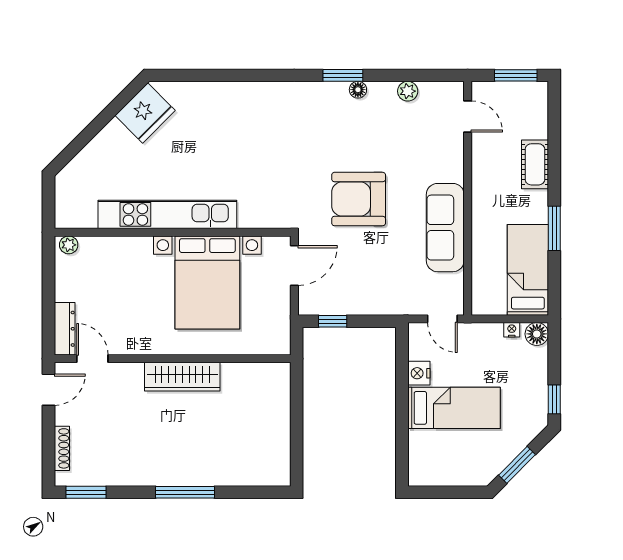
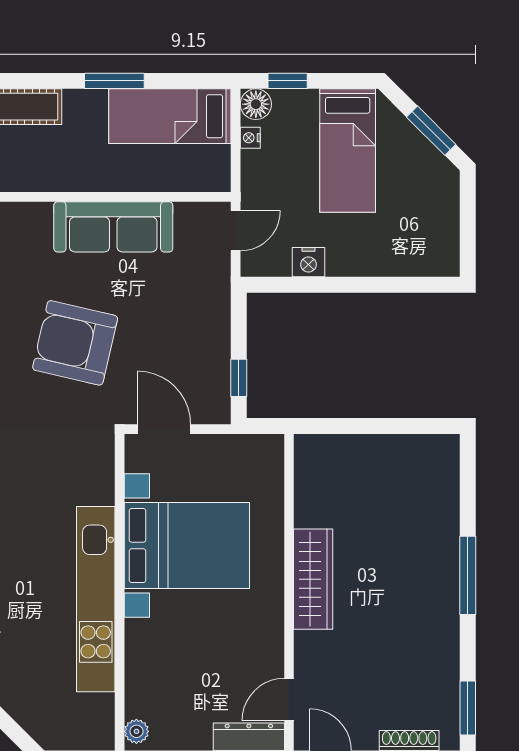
armchair: (359, 199) -> (75, 343), turned 103
window: (554, 399) -> (288, 81), moved
bed: (454, 408) -> (348, 151), moved, turned 180

